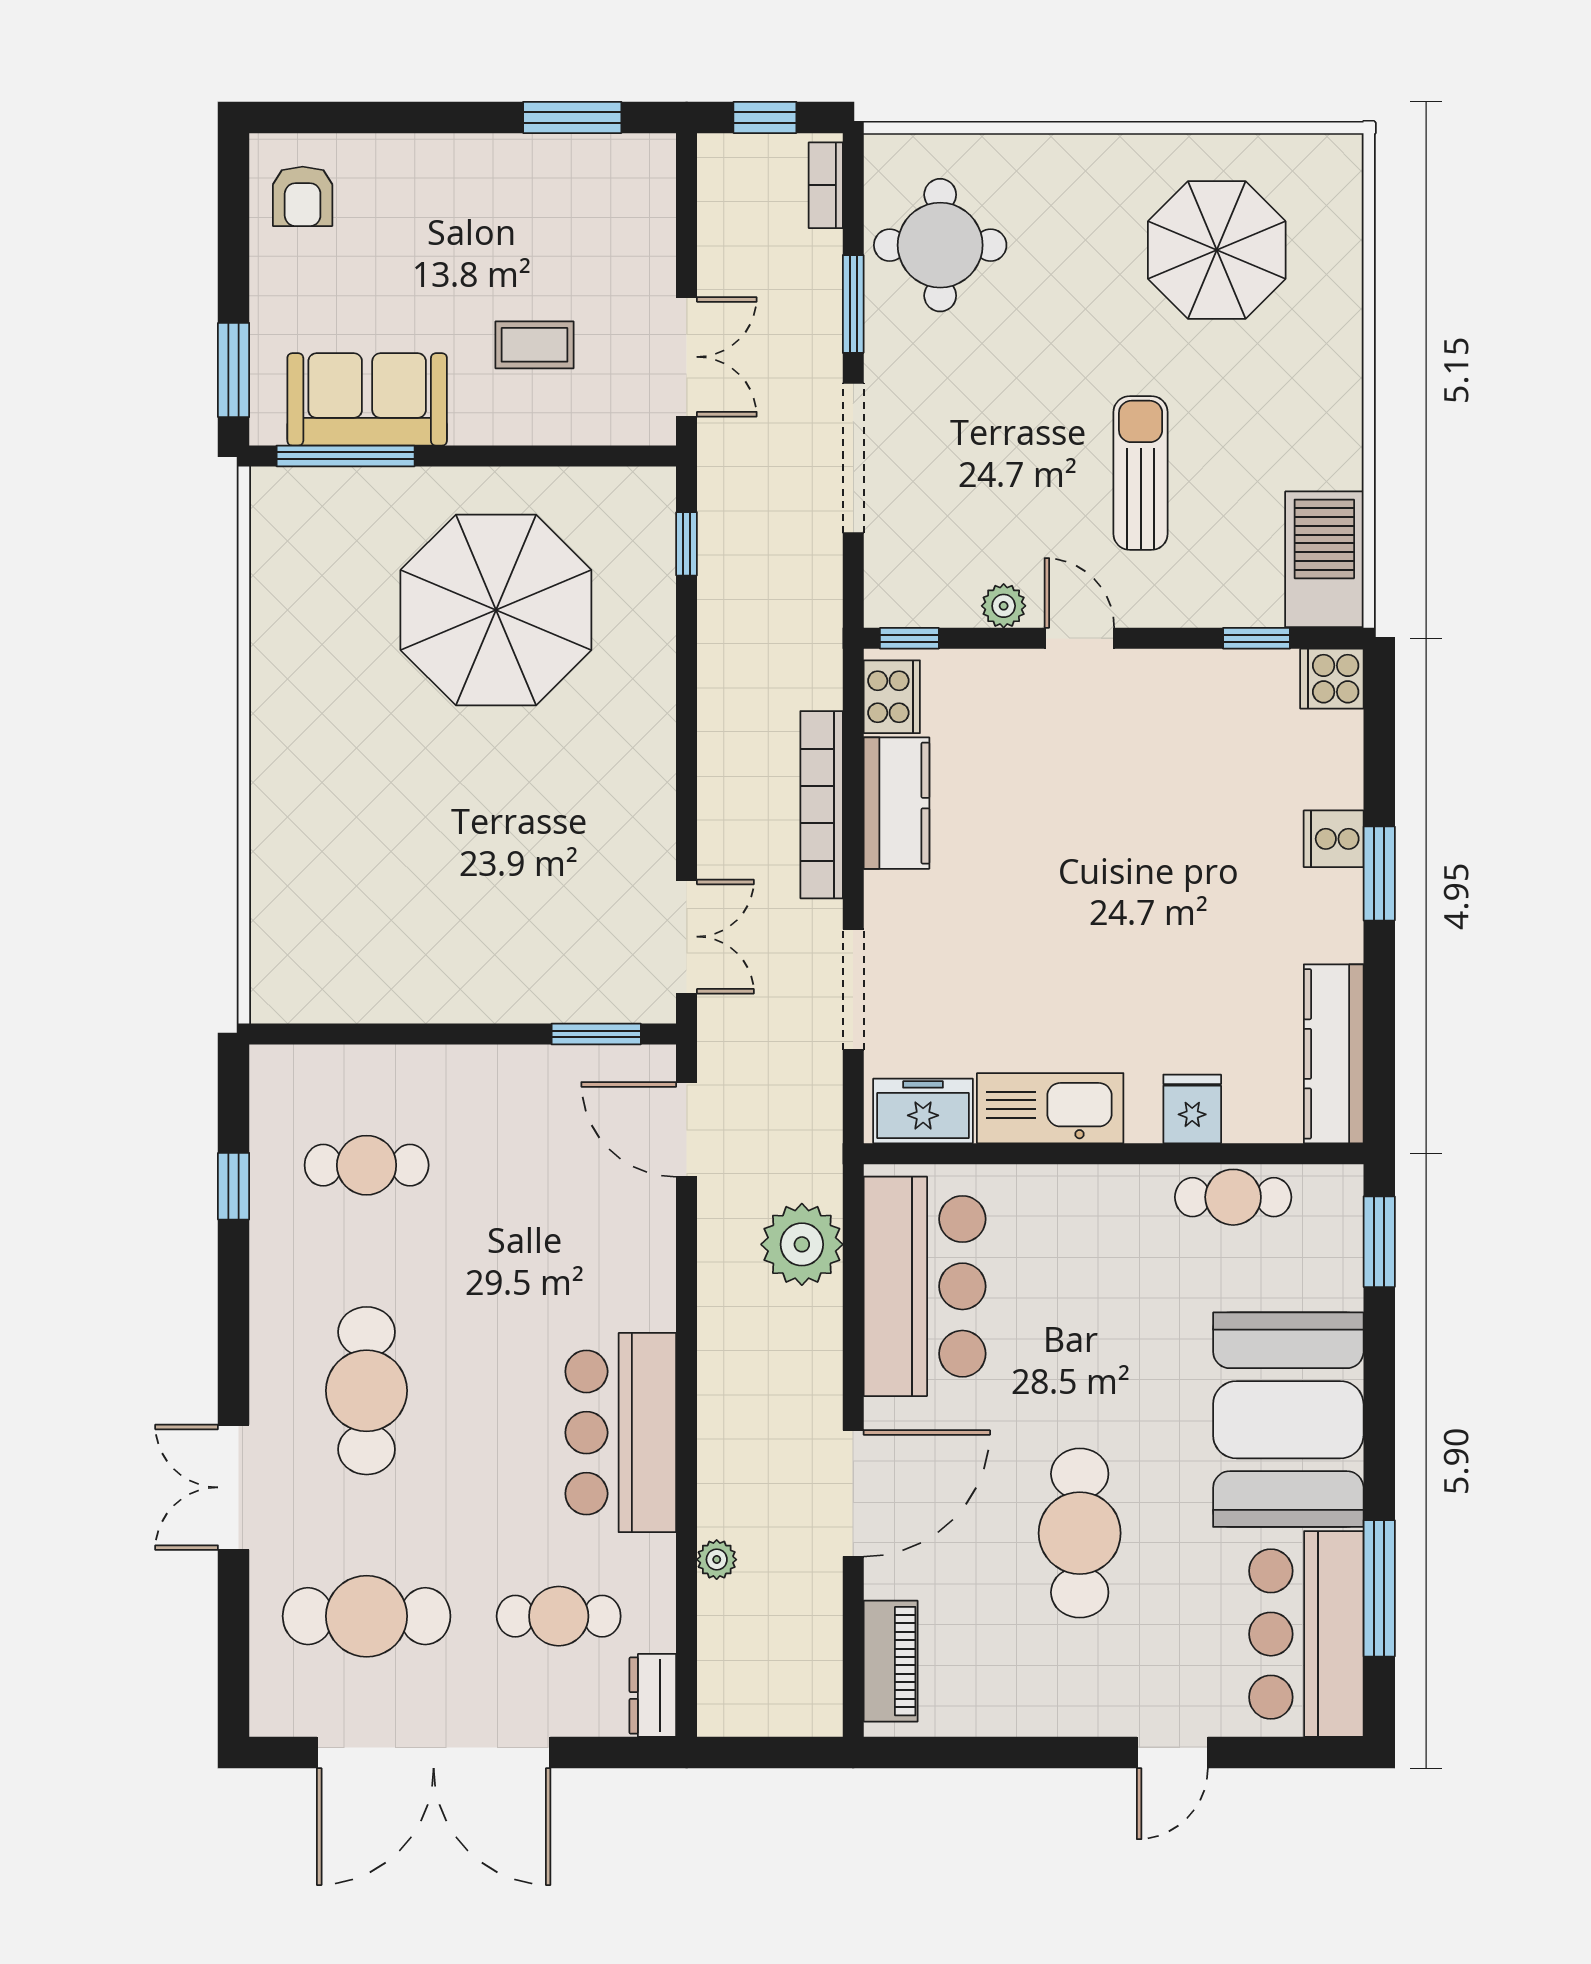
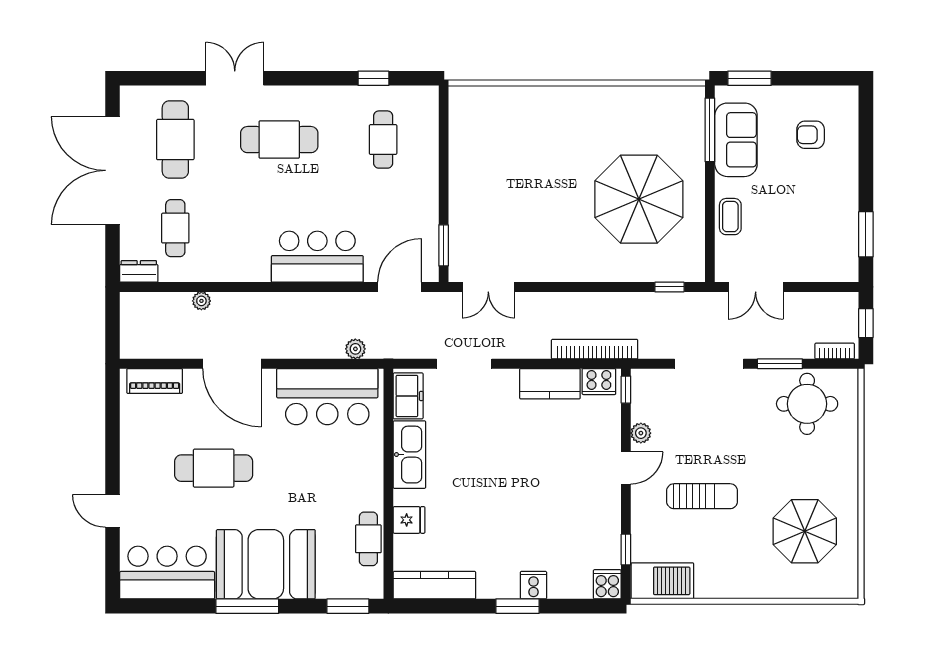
armchair: (303, 196) -> (811, 135), moved
coffee table: (535, 345) -> (730, 217), moved
bookcase: (822, 805) -> (595, 349), moved
plant: (802, 1244) -> (355, 349), width x0.53, depth x0.53
bar counter: (621, 1433) -> (317, 257), moved
window: (1379, 1588) -> (247, 606), moved

